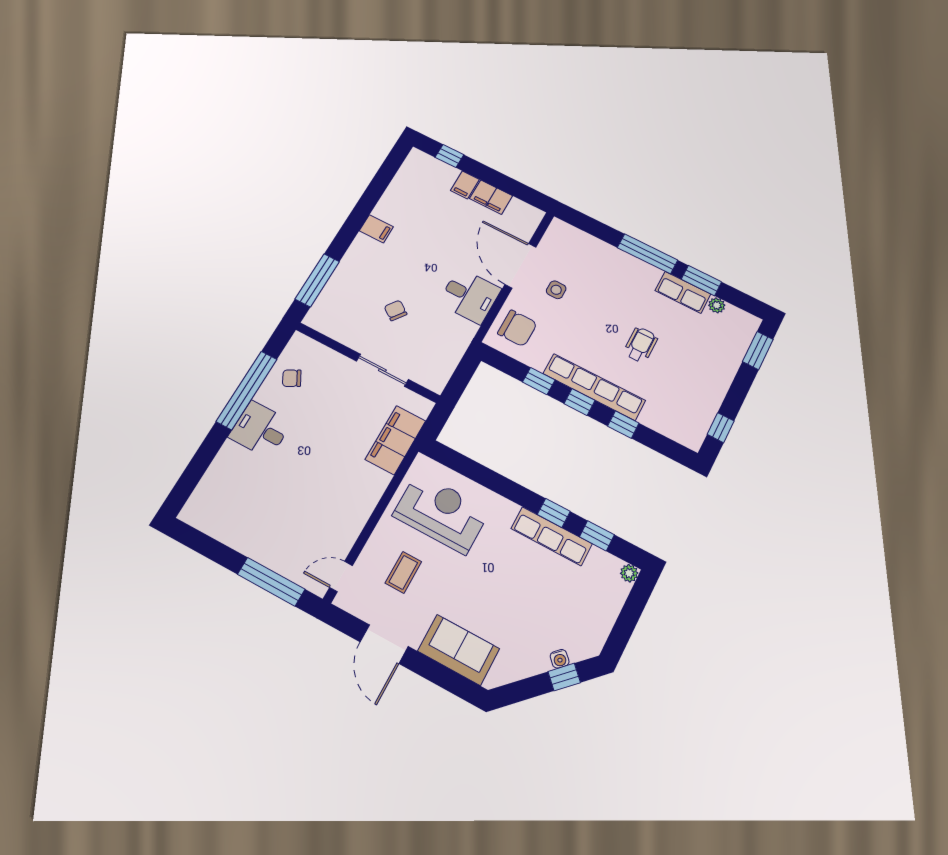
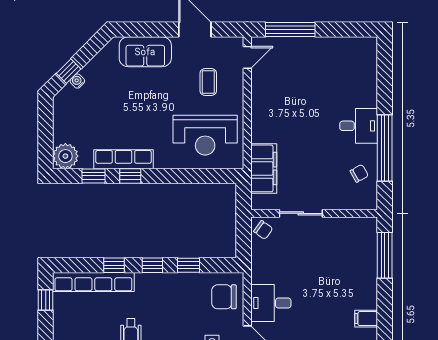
chair: (395, 310) -> (263, 230), moved
row of seats: (594, 387) -> (93, 282), moved
plant: (629, 573) -> (65, 156), width x1.88, depth x1.88

